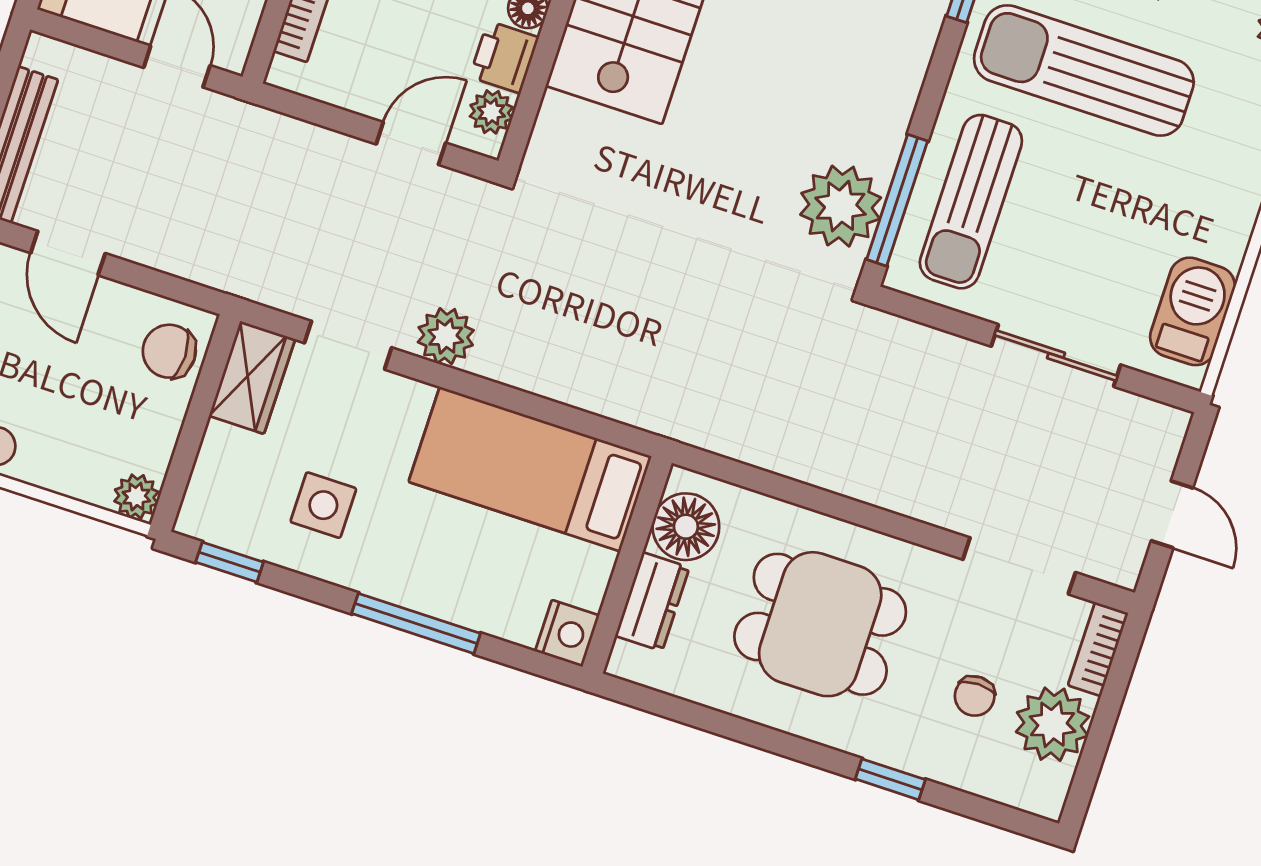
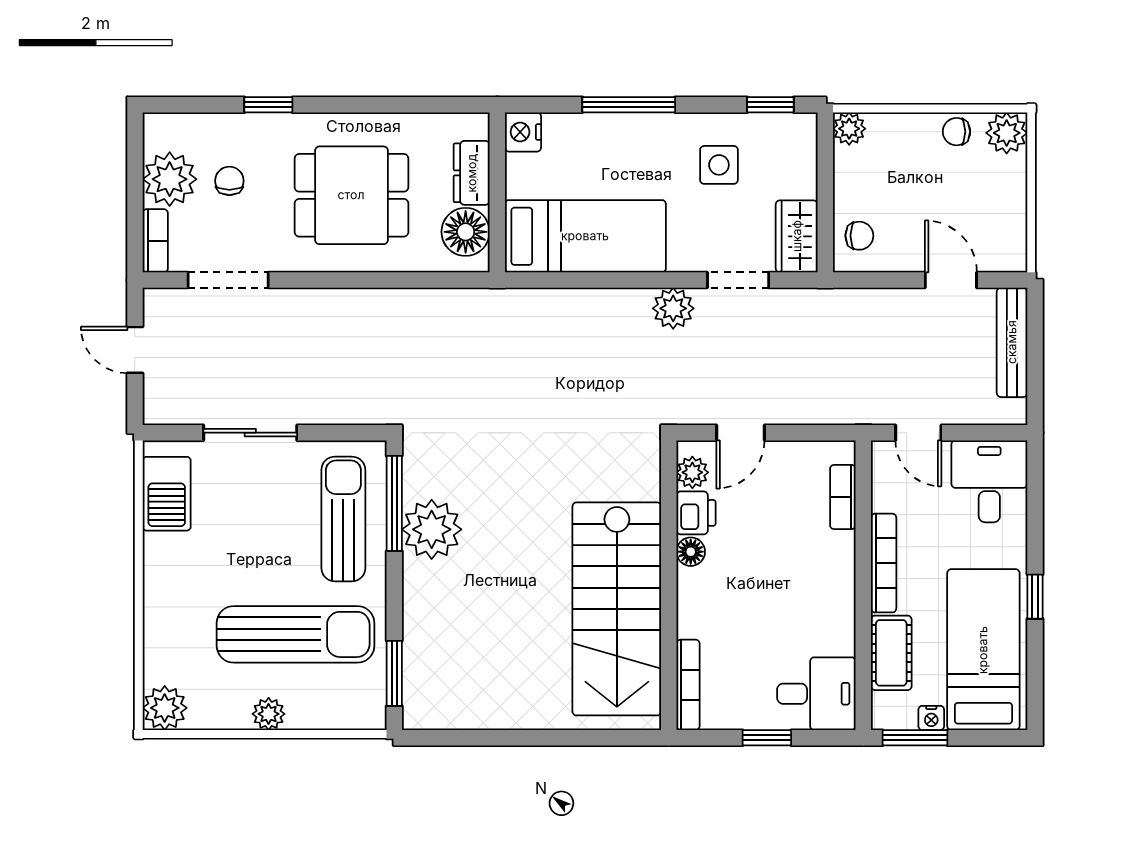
plant: (841, 206) -> (432, 529), moved
chair: (169, 351) -> (859, 236), width x0.73, depth x0.73

